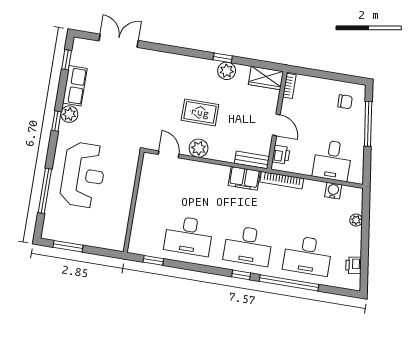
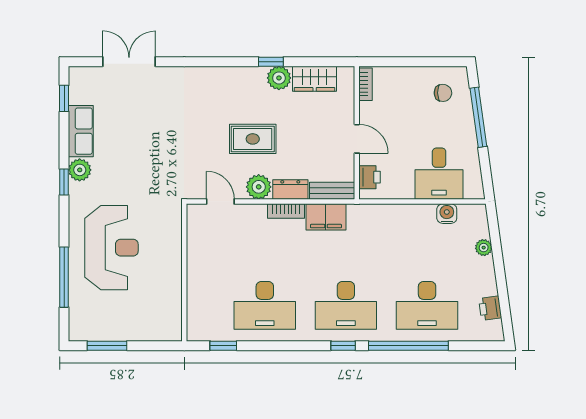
wardrobe: (266, 78) -> (315, 79), moved
dresser: (221, 154) -> (290, 189), added
bookcase: (282, 180) -> (286, 211), moved, width x0.64

